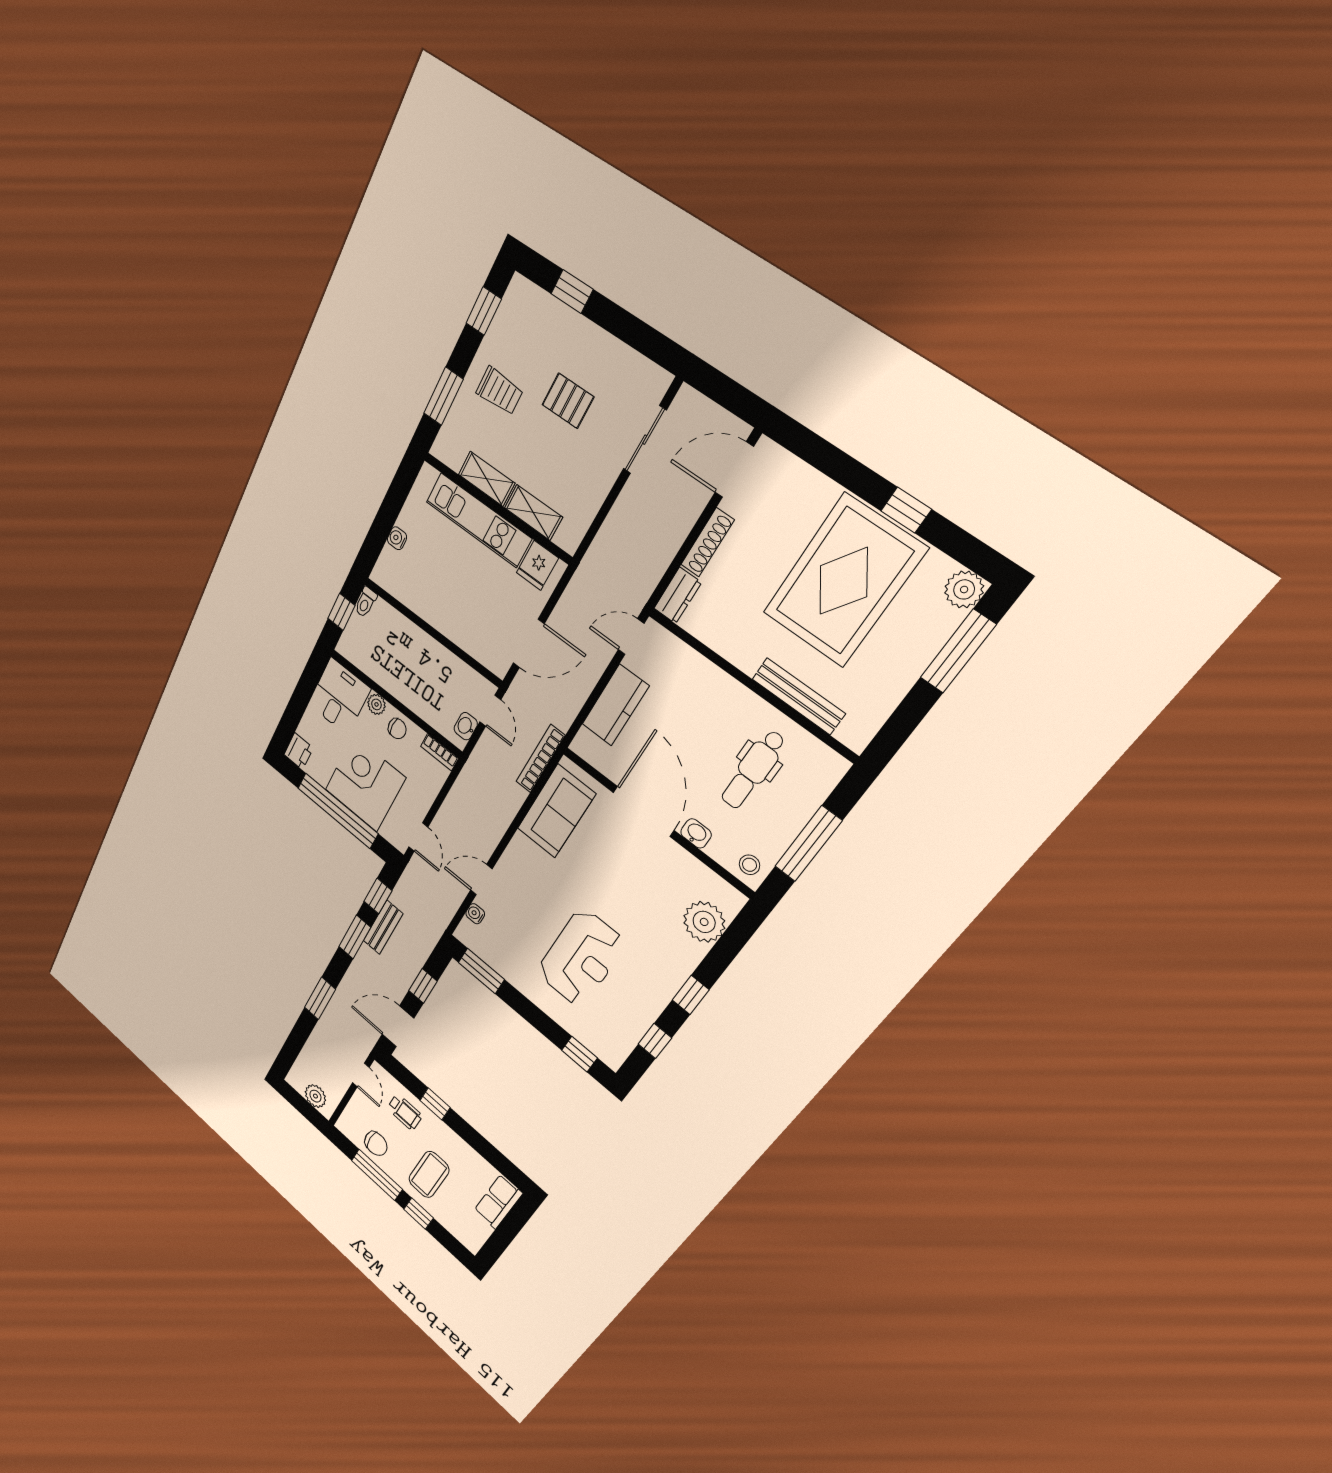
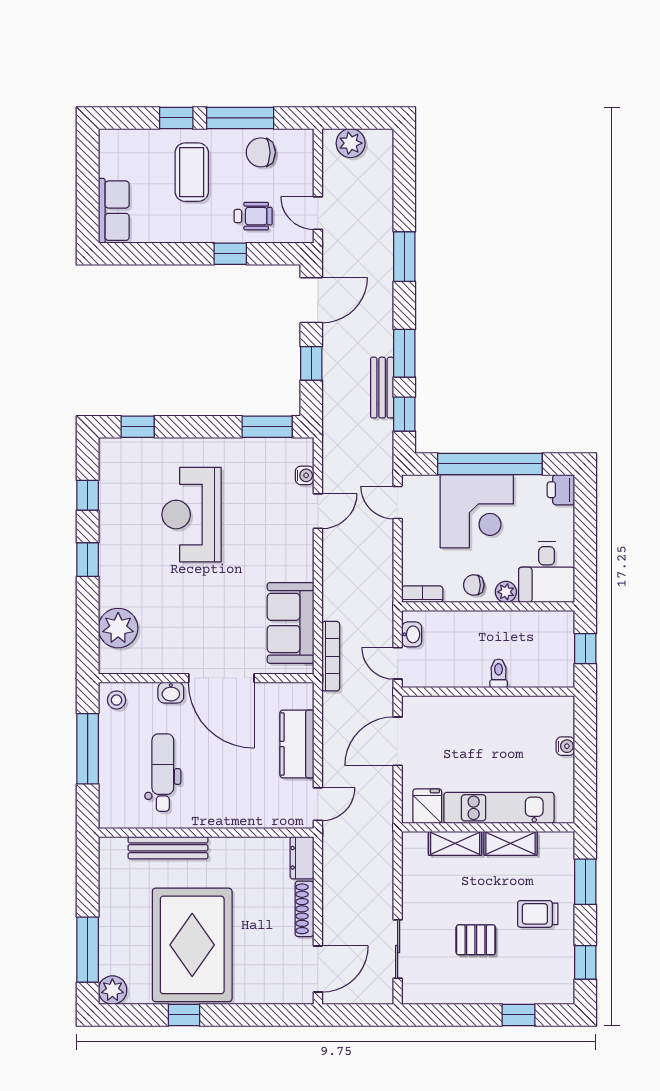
toilet: (366, 602) -> (499, 673), moved
wheelchair: (405, 1112) -> (253, 216), turned 180

